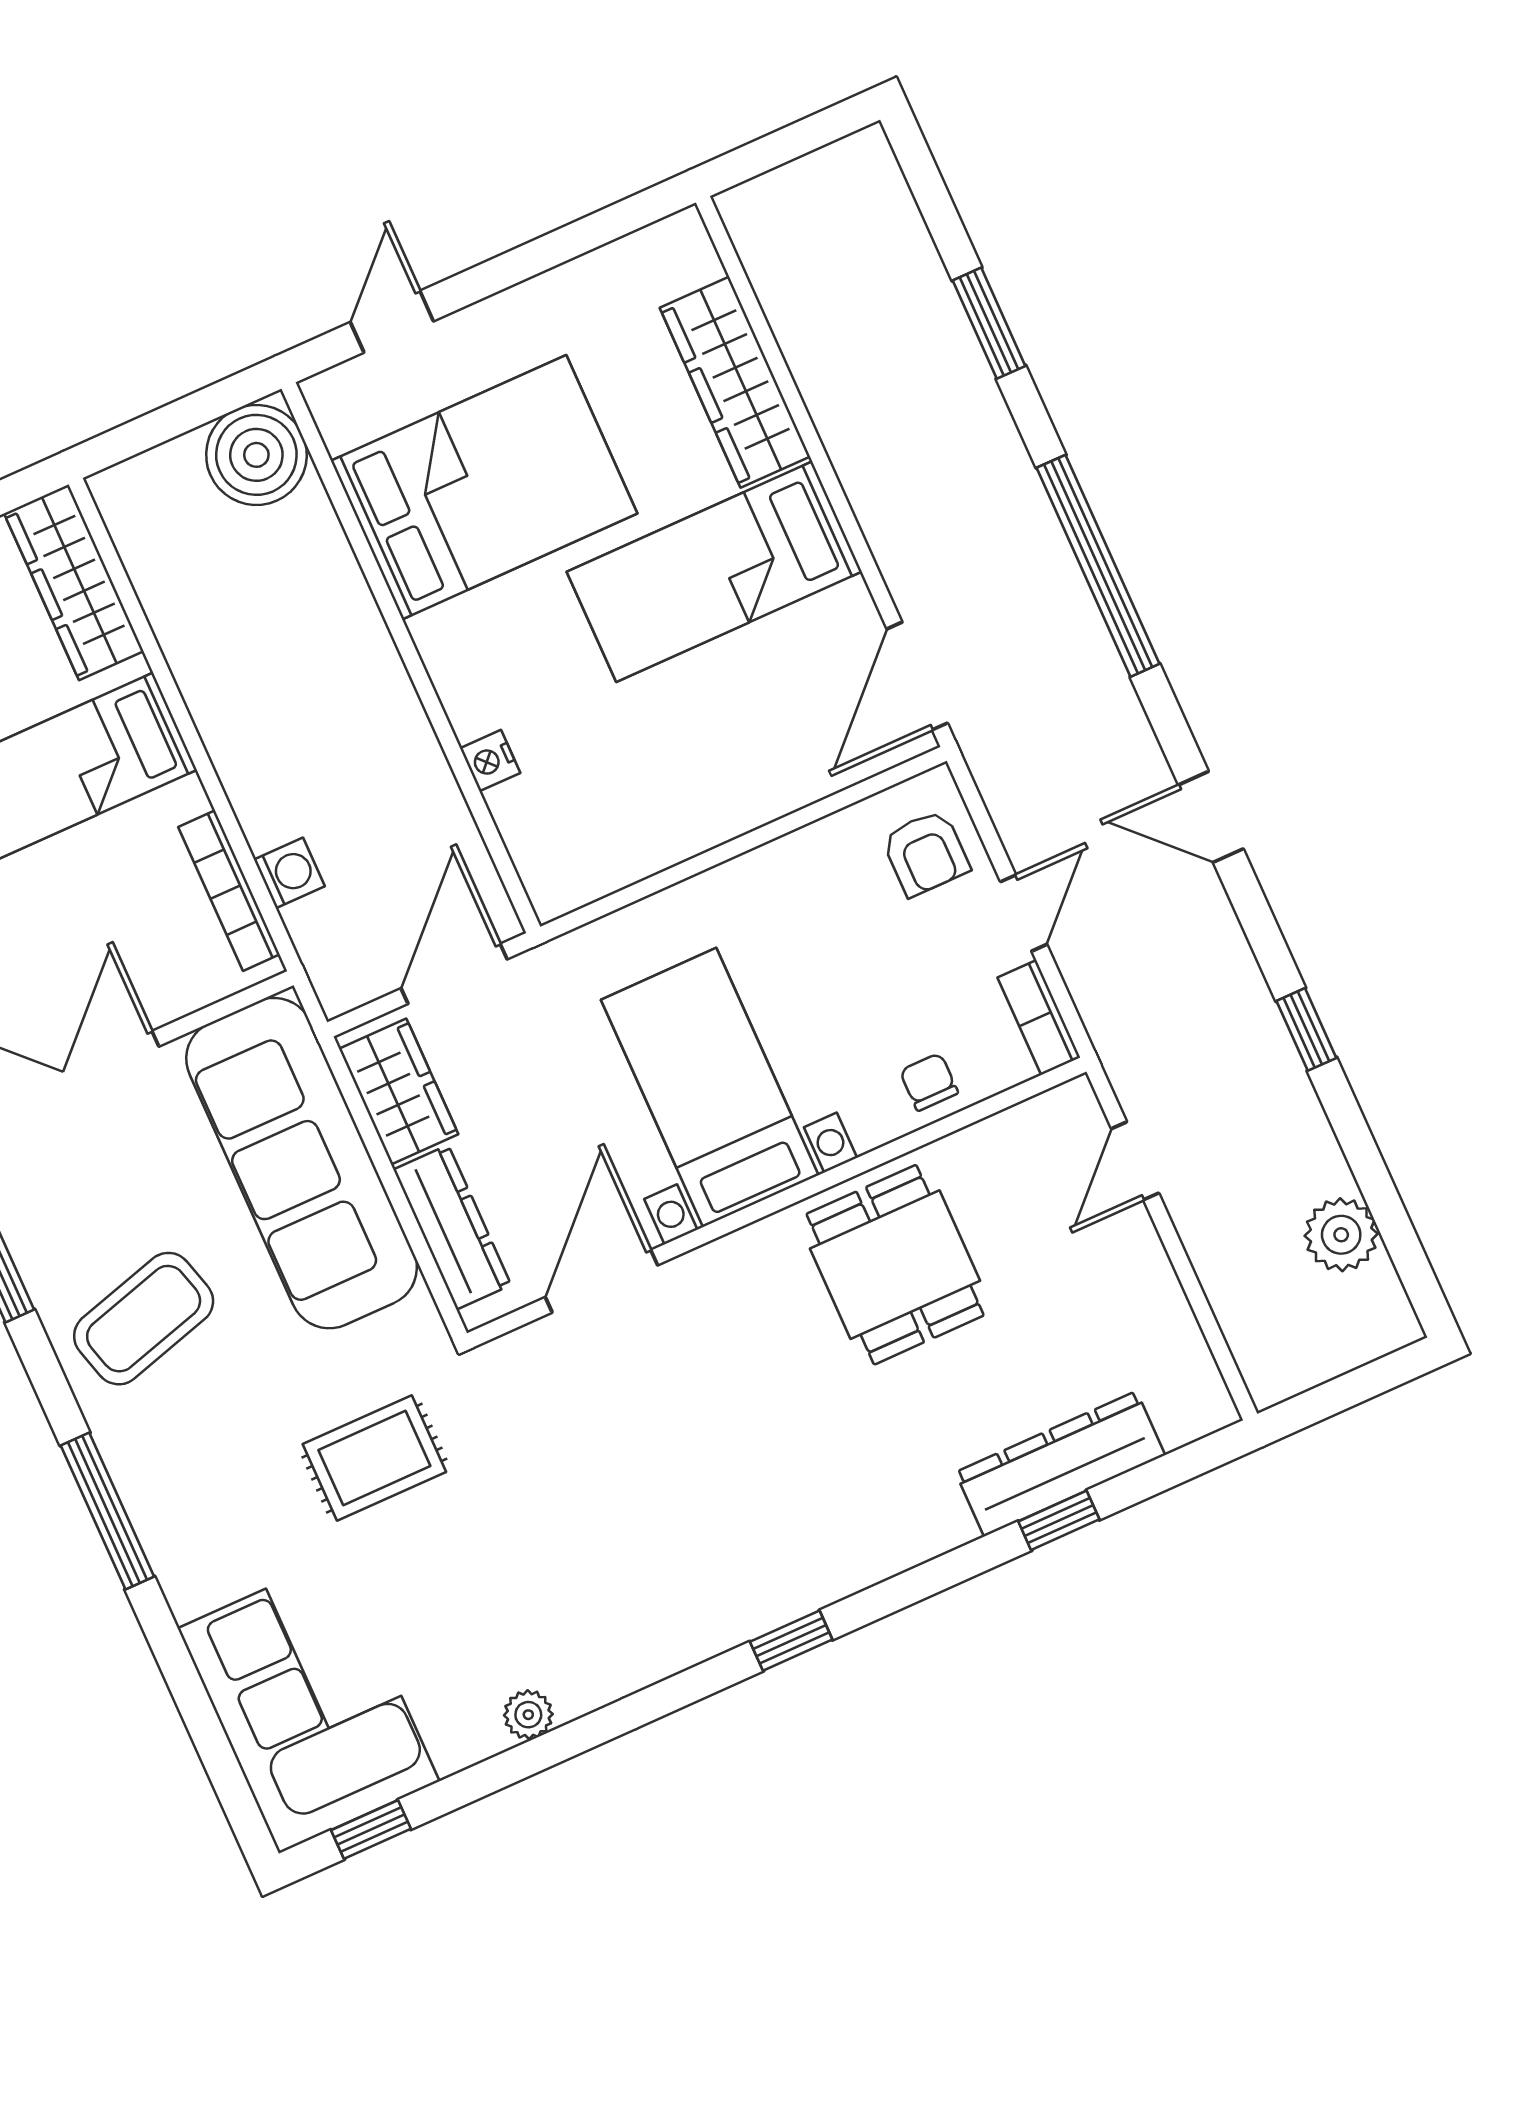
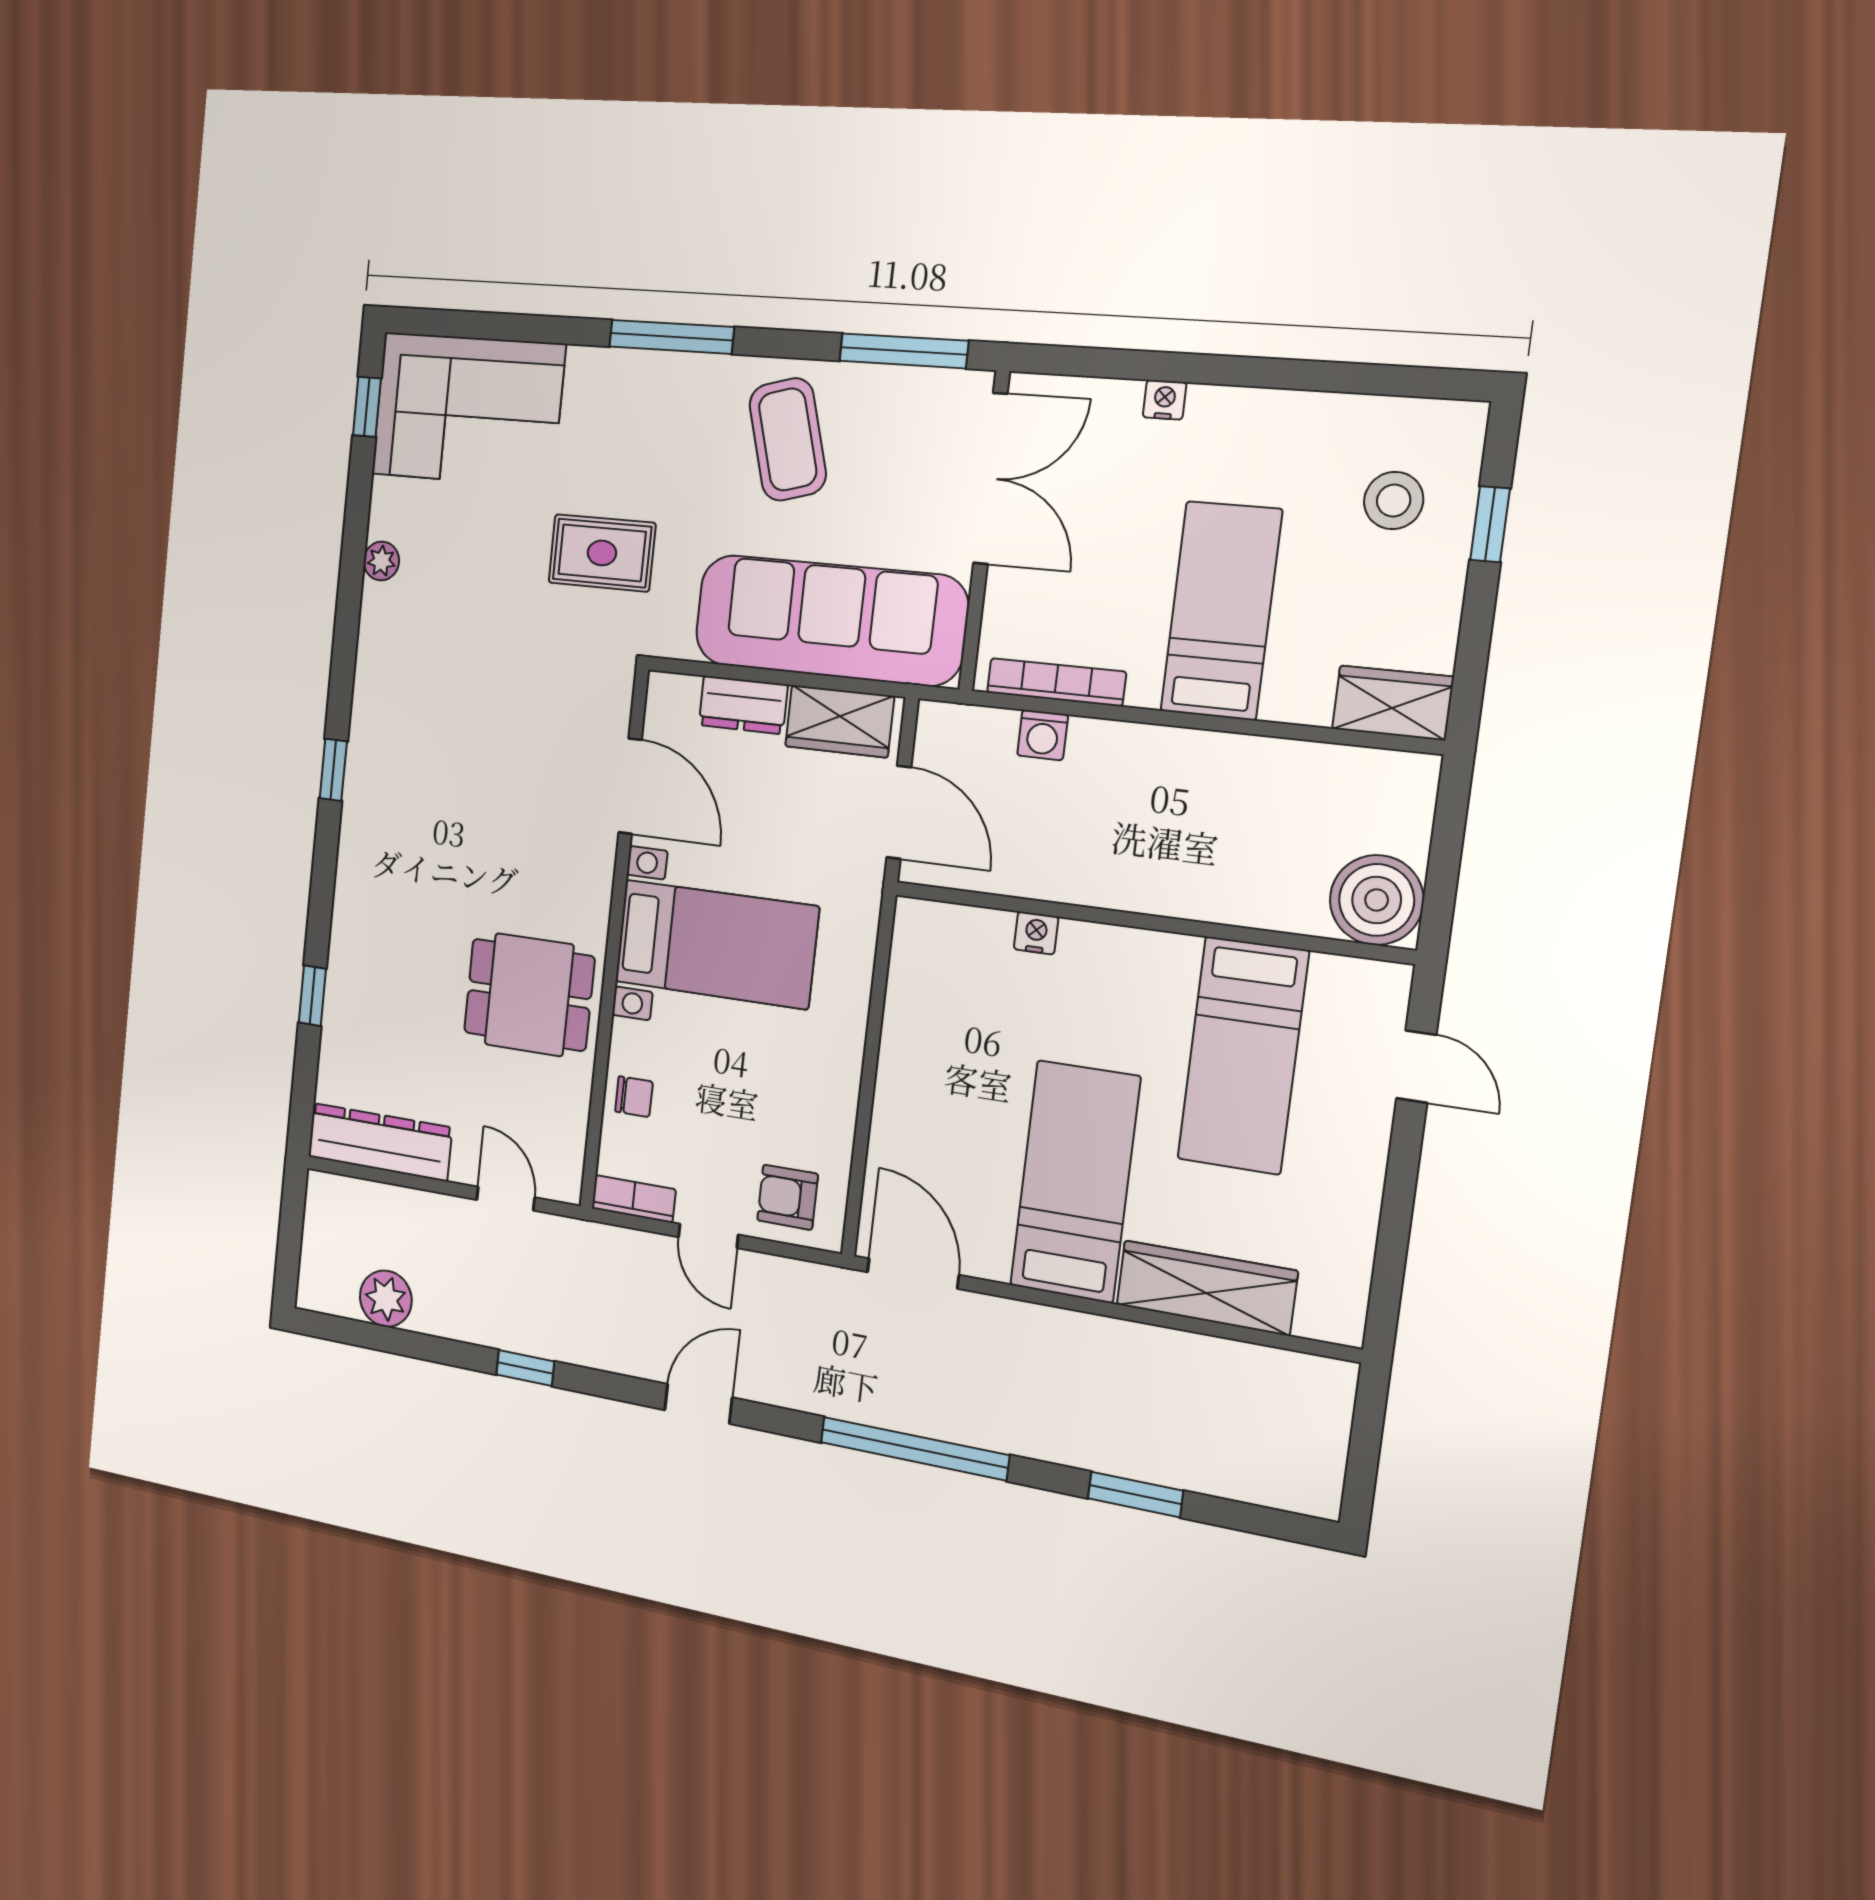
bed: (484, 487) -> (1243, 1055), width x0.67
wardrobe: (74, 582) -> (1393, 703), width x0.67
dresser: (452, 1227) -> (743, 705), width x0.70
rug: (374, 1458) -> (602, 553), turned 90
dresser: (1060, 1464) -> (380, 1142), moved, turned -90

